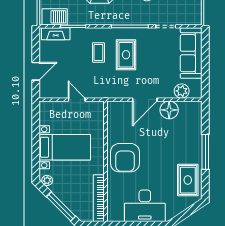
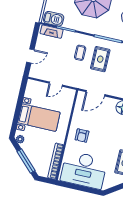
door: (77, 100) -> (56, 84), swing flipped
door: (145, 100) -> (95, 93), moved
armchair: (125, 158) -> (82, 136), width x0.53, depth x0.53
desk: (145, 206) -> (84, 170), width x1.36, depth x1.30

